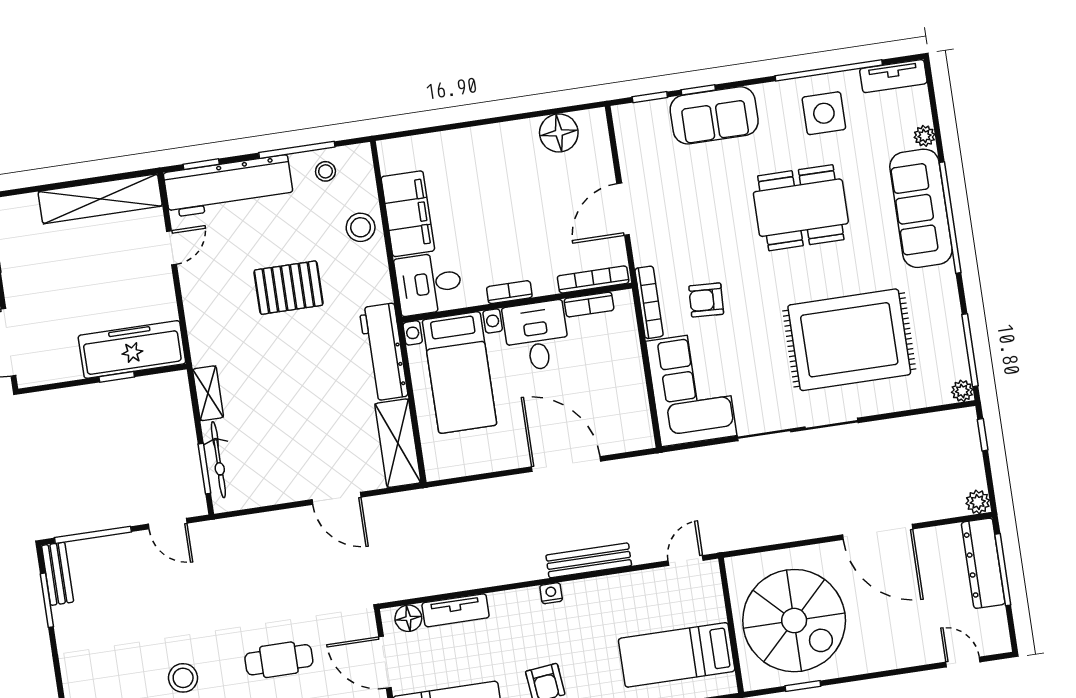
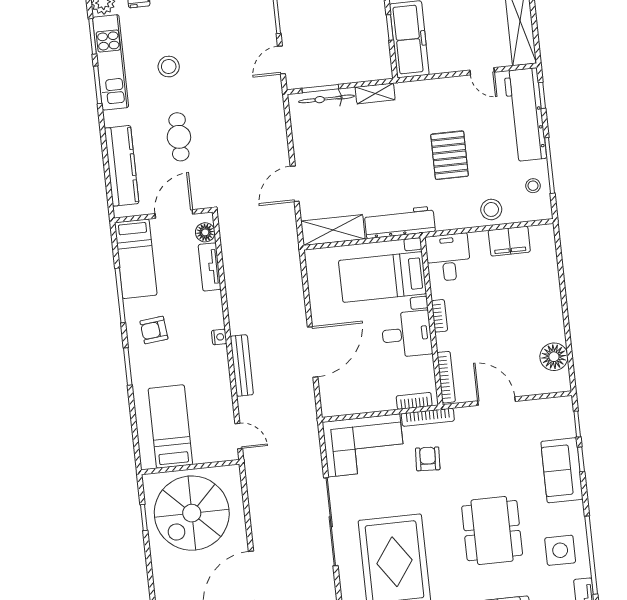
filing cabinet: (408, 214) -> (509, 241), width x0.67, depth x0.86
bookcase: (589, 305) -> (414, 401), moved, turned 90

